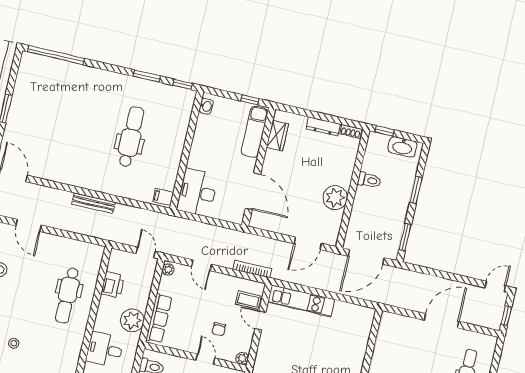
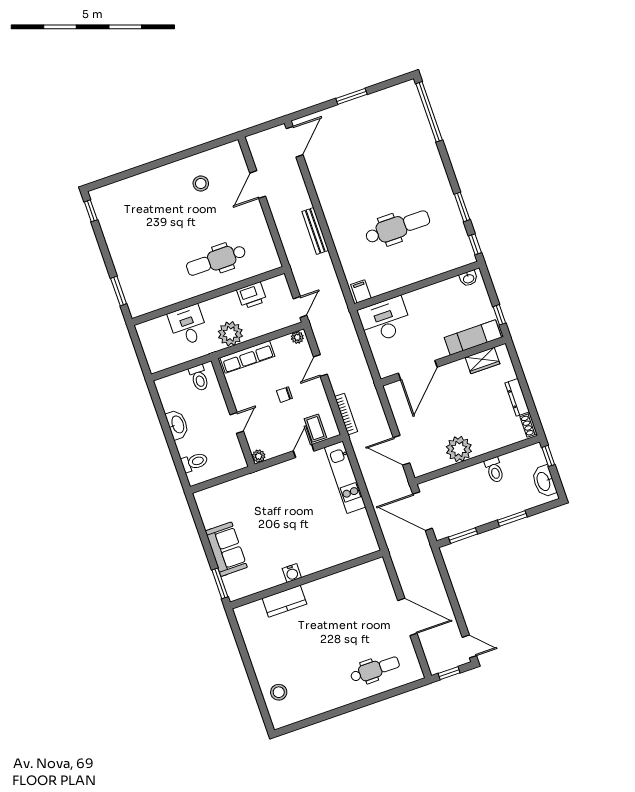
chair: (219, 329) -> (284, 395), moved
stool: (14, 343) -> (141, 239), removed

